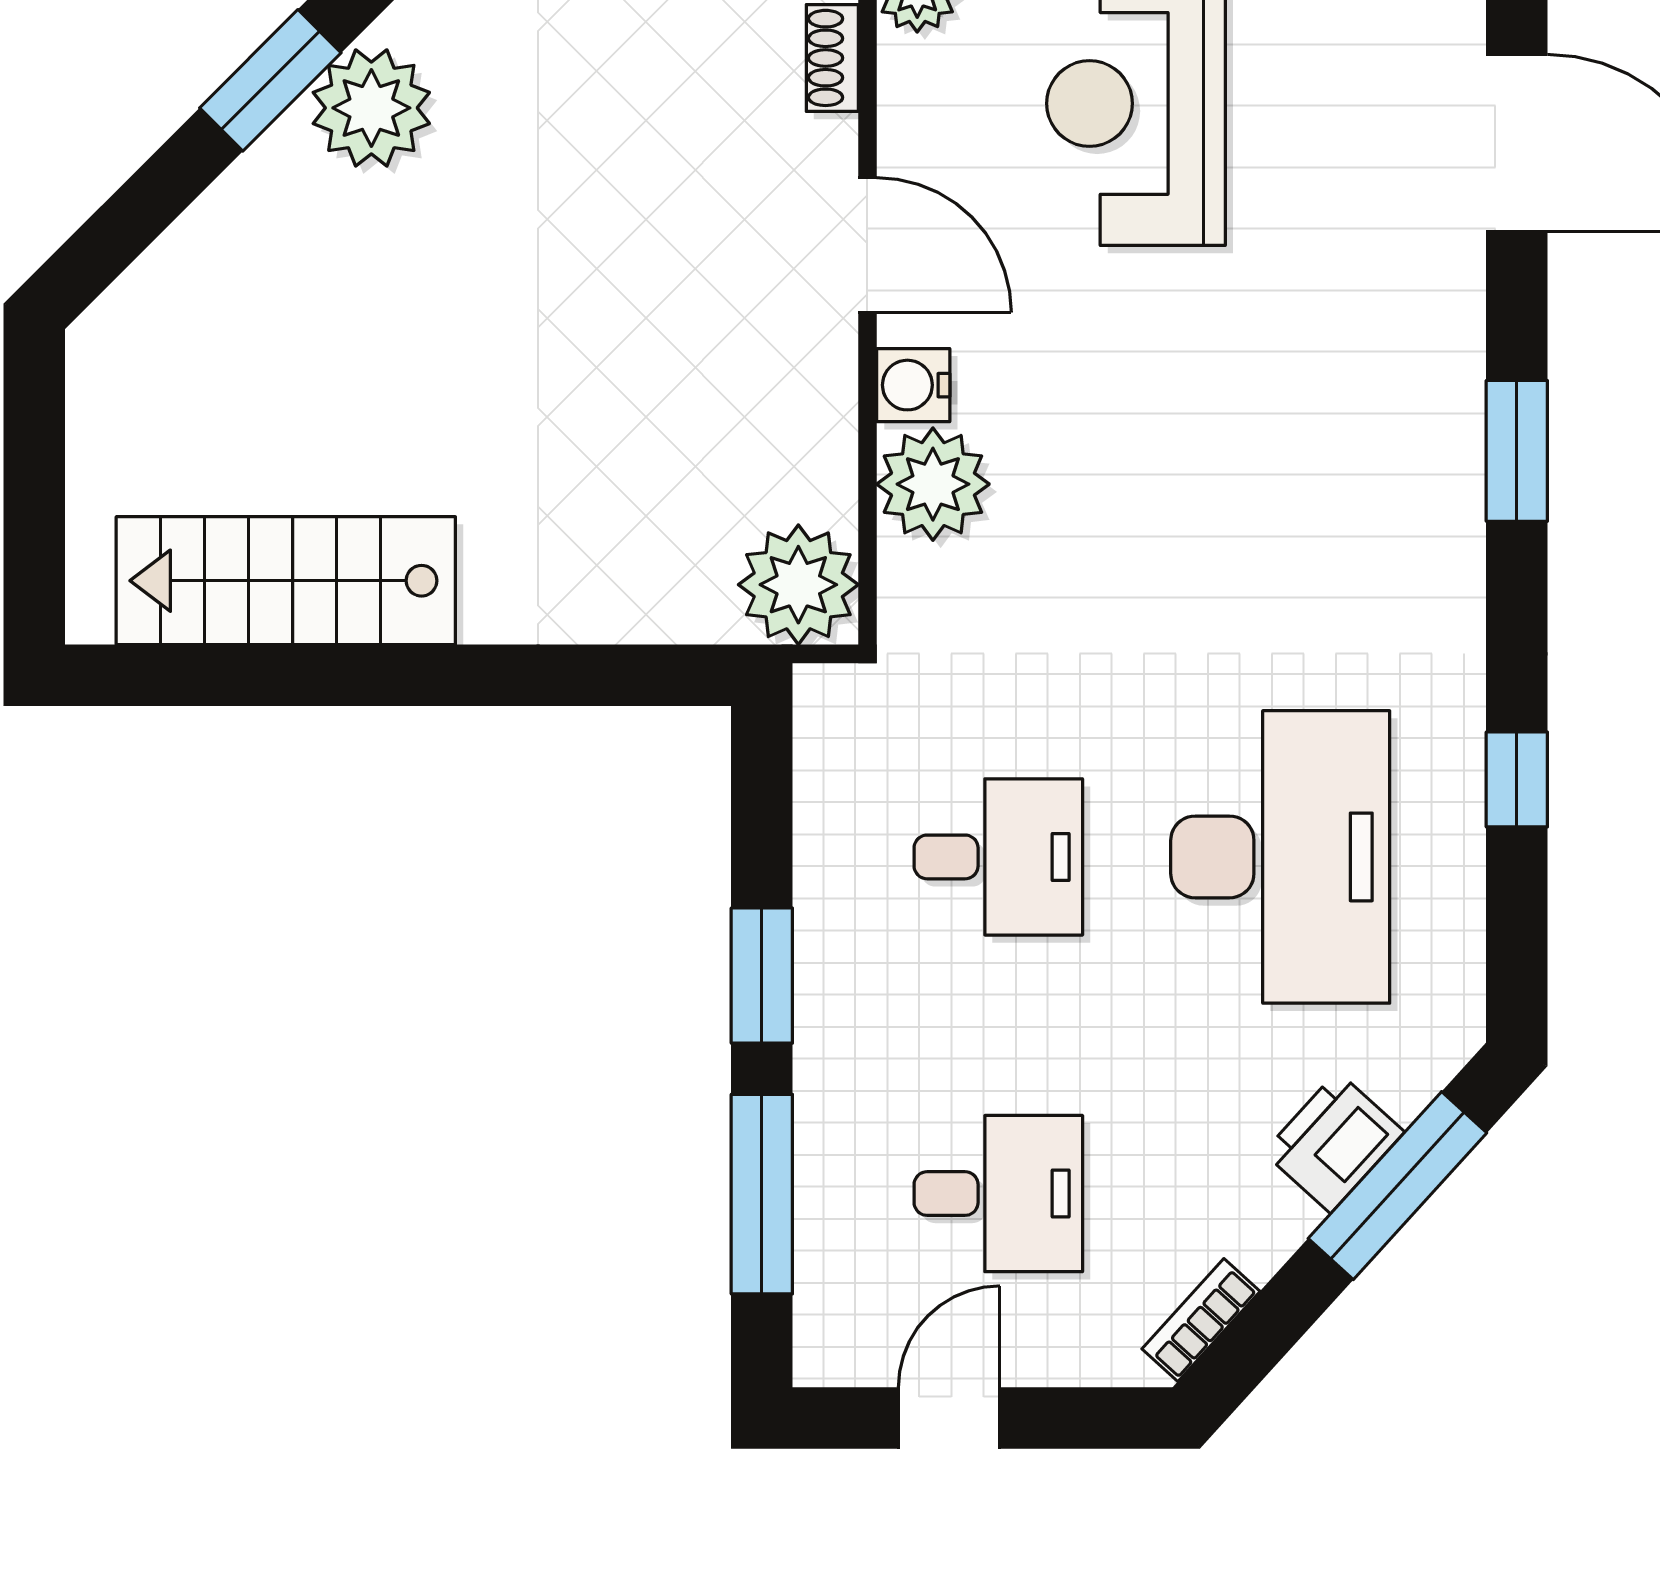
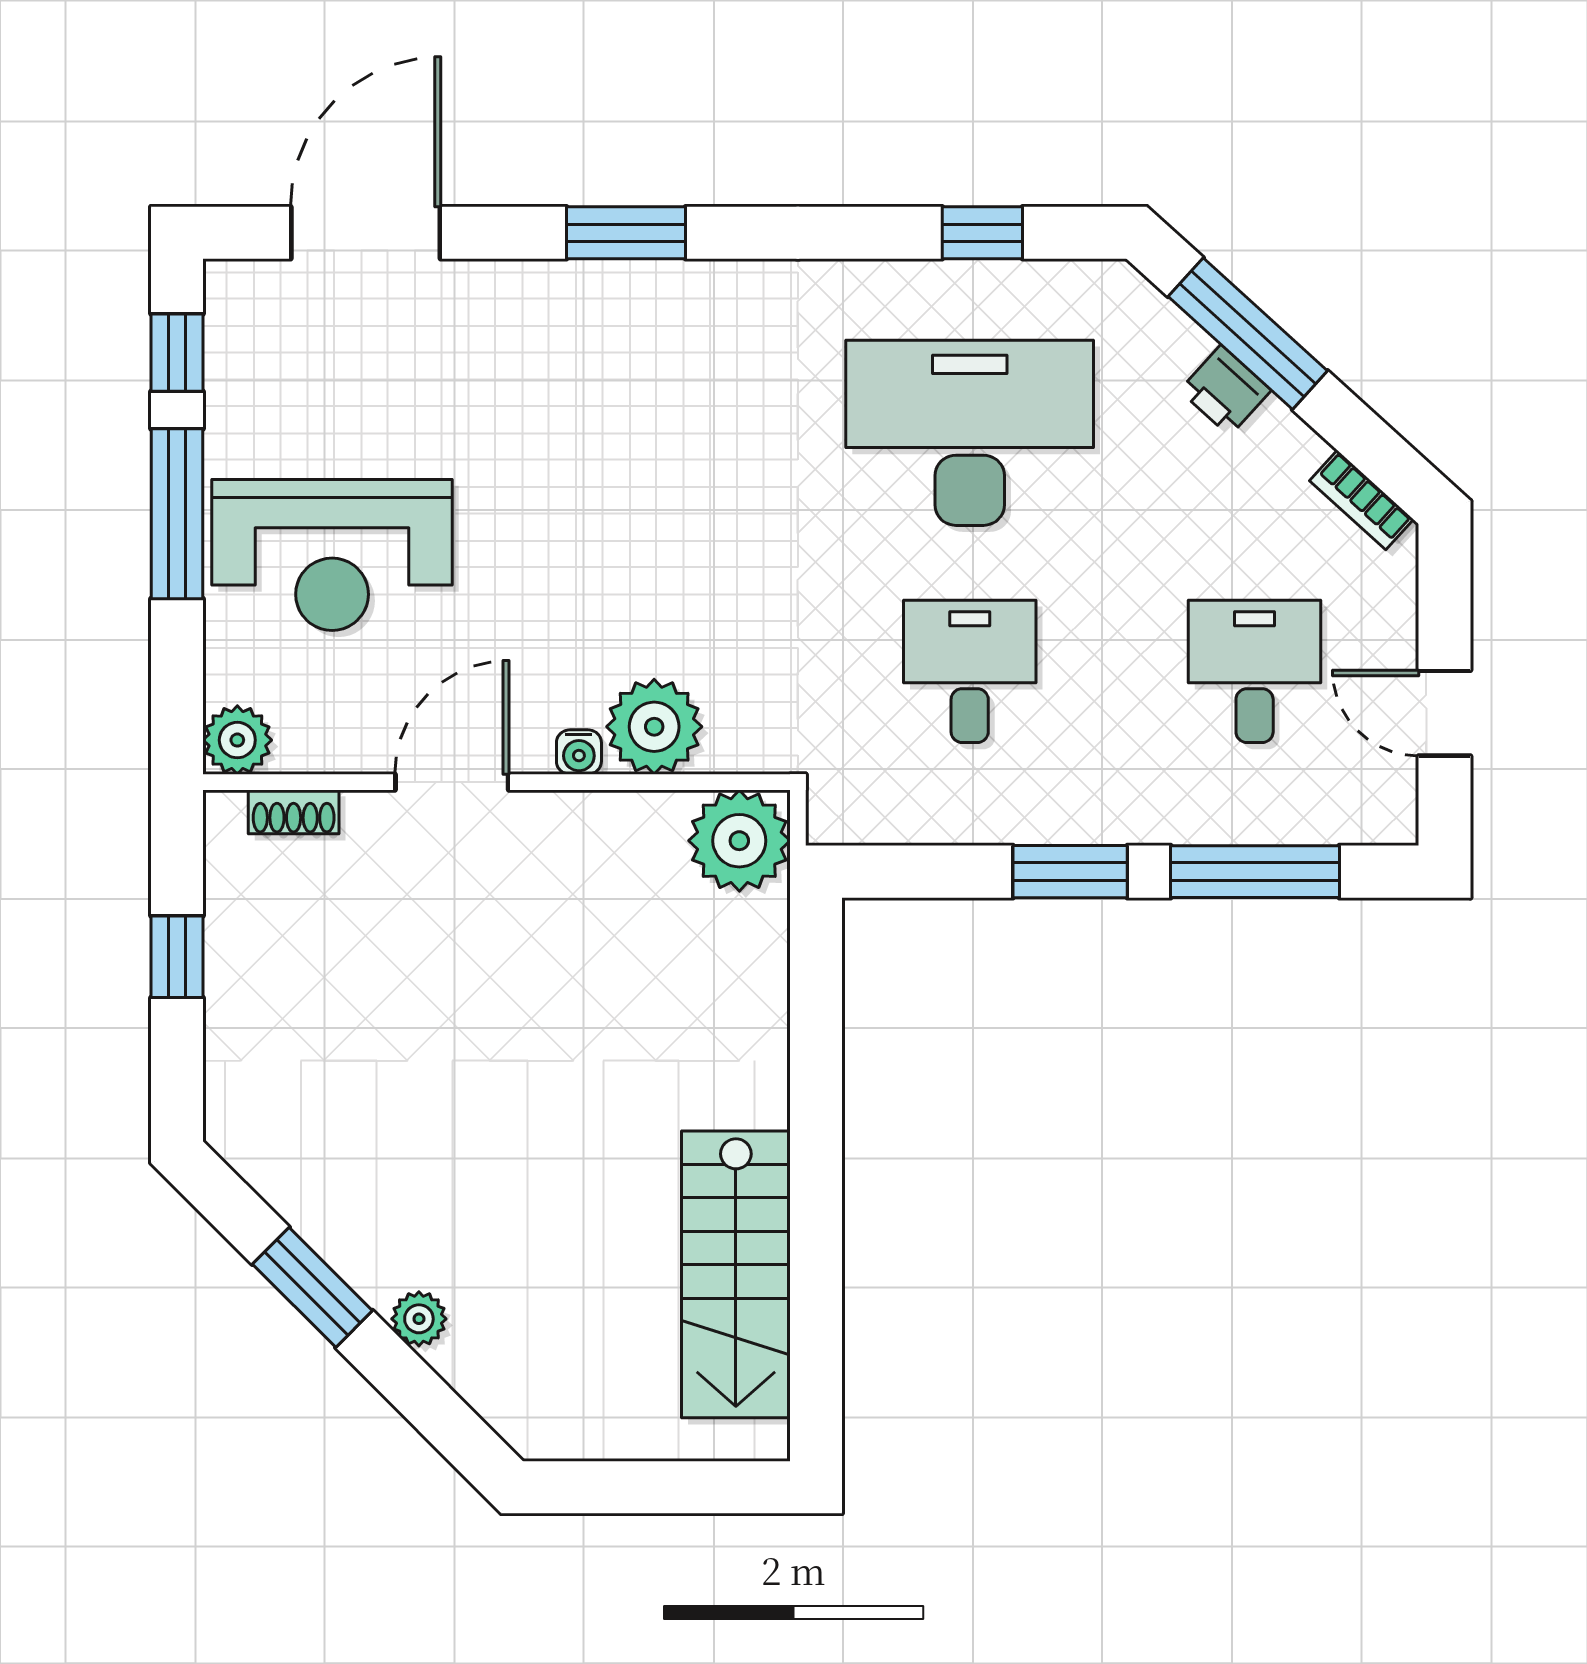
plant: (371, 108) -> (419, 1319), moved, width x0.53, depth x0.53
water cooler: (913, 385) -> (579, 752), width x0.72, depth x0.72
window: (1517, 779) -> (982, 233), moved
printer: (1334, 1142) -> (1225, 390), width x0.73, depth x0.81

